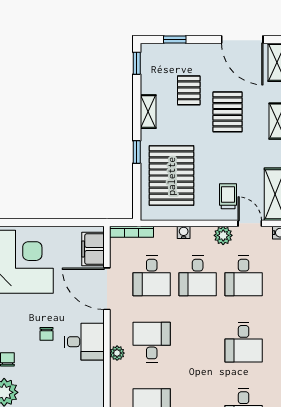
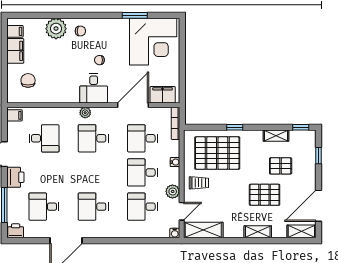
shelving: (148, 112) -> (276, 136), moved
trolley: (228, 196) -> (199, 183), moved
desk: (152, 342) -> (93, 138), turned 180

